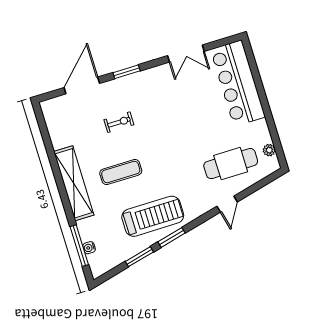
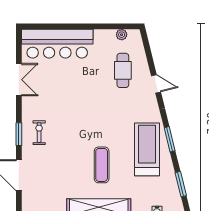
exercise bike: (119, 122) -> (39, 133), moved
cafe table: (231, 164) -> (123, 70), width x0.73, depth x0.74
window: (139, 257) -> (181, 184), moved

